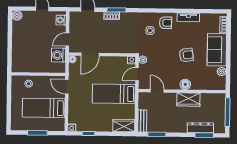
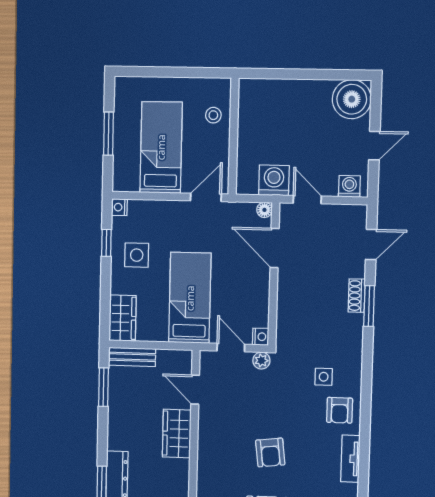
boiler: (17, 16) -> (352, 99), width x1.86, depth x1.86
floor lamp: (185, 84) -> (208, 449), removed
door: (157, 91) -> (195, 390), swing flipped
wardrobe: (188, 99) -> (177, 433), moved
side table: (94, 119) -> (137, 255), added

